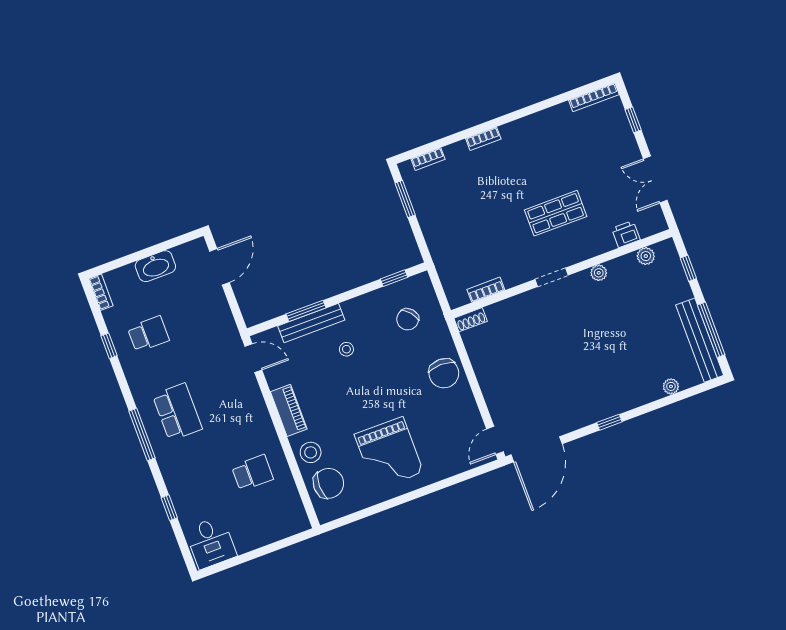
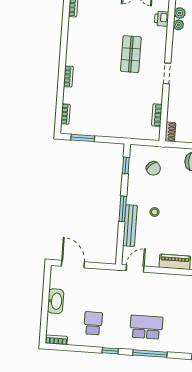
plant: (599, 273) -> (178, 25), moved
window: (306, 311) -> (123, 209), moved
window: (109, 346) -> (110, 351), moved

